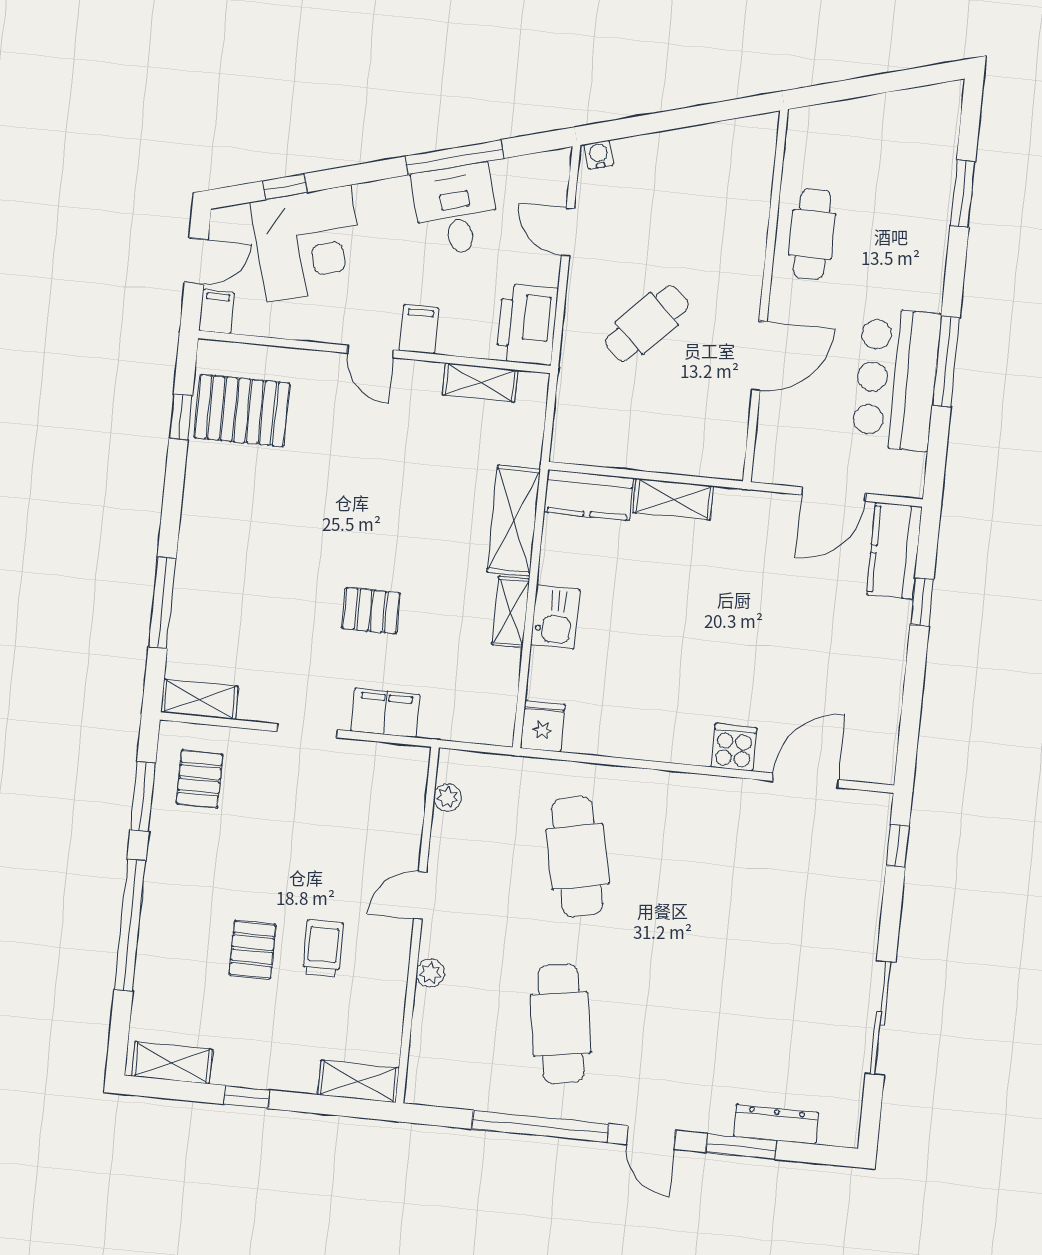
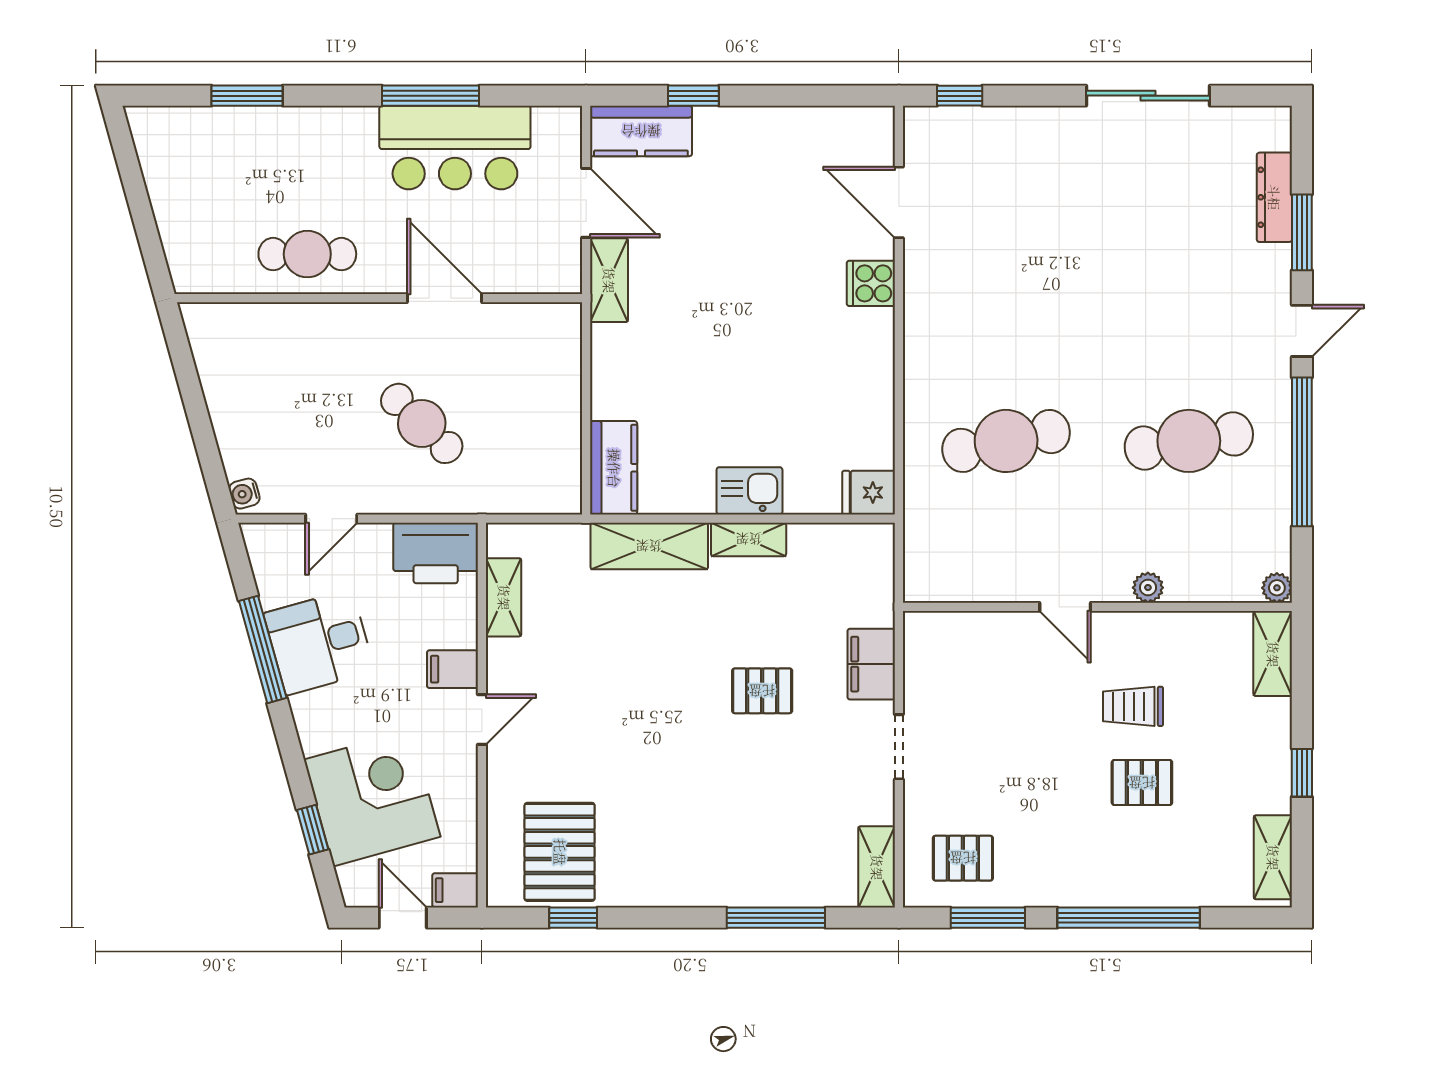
shelving: (673, 499) -> (609, 280), moved
pallet: (371, 611) -> (762, 691), turned 90
plant: (448, 797) -> (1277, 588), moved

